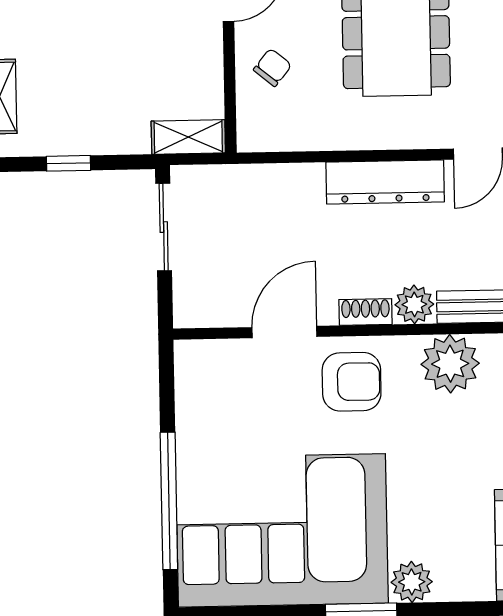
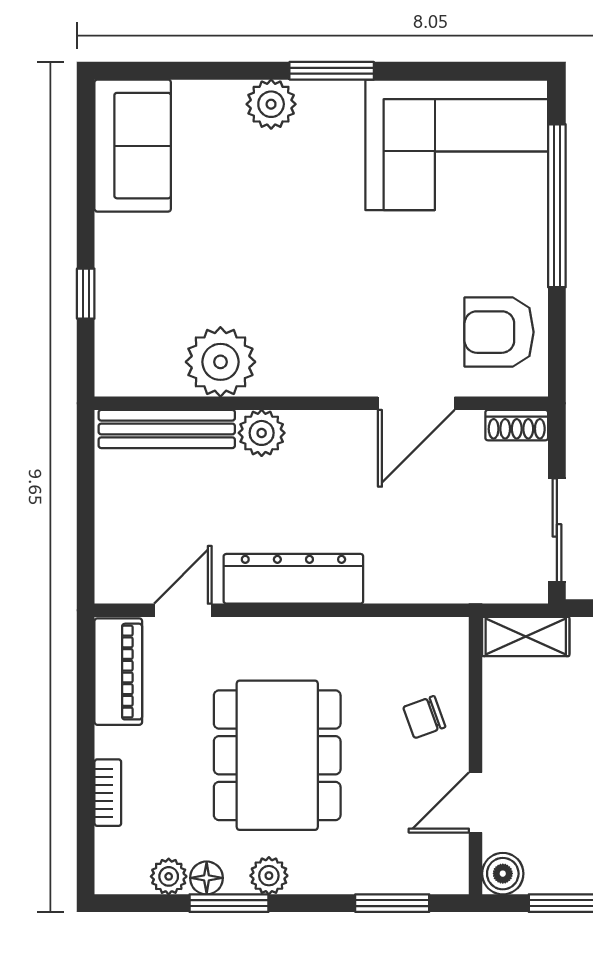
chair: (272, 67) -> (424, 717), turned 31
shoe rack: (366, 312) -> (517, 425), moved
armchair: (352, 382) -> (499, 332), moved
corner sofa: (282, 530) -> (457, 145), width x0.73, depth x0.74

